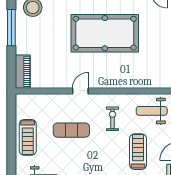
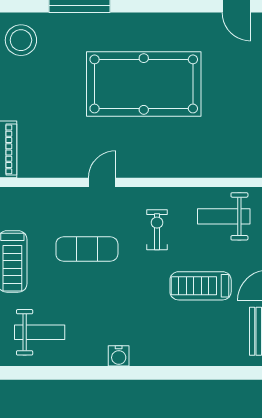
treadmill: (138, 152) -> (201, 286), turned -90

